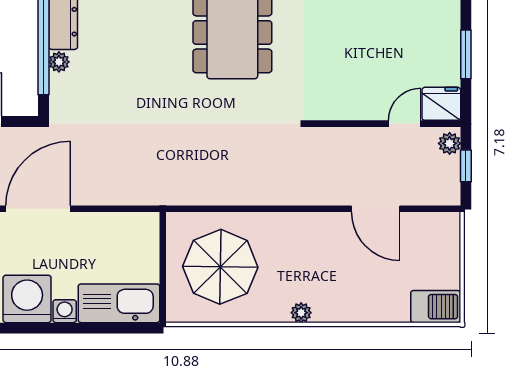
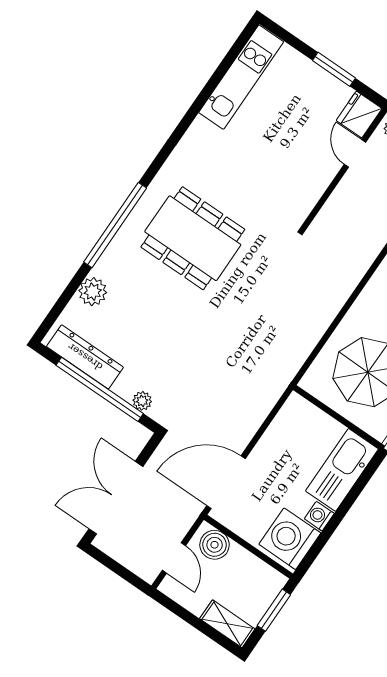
plant: (59, 62) -> (142, 401), moved
door: (38, 209) -> (226, 482), hinge flipped

